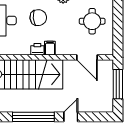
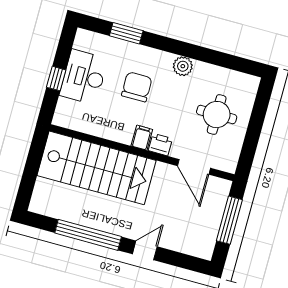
chair: (38, 18) -> (137, 87), turned -84
printer: (37, 49) -> (160, 145), moved

